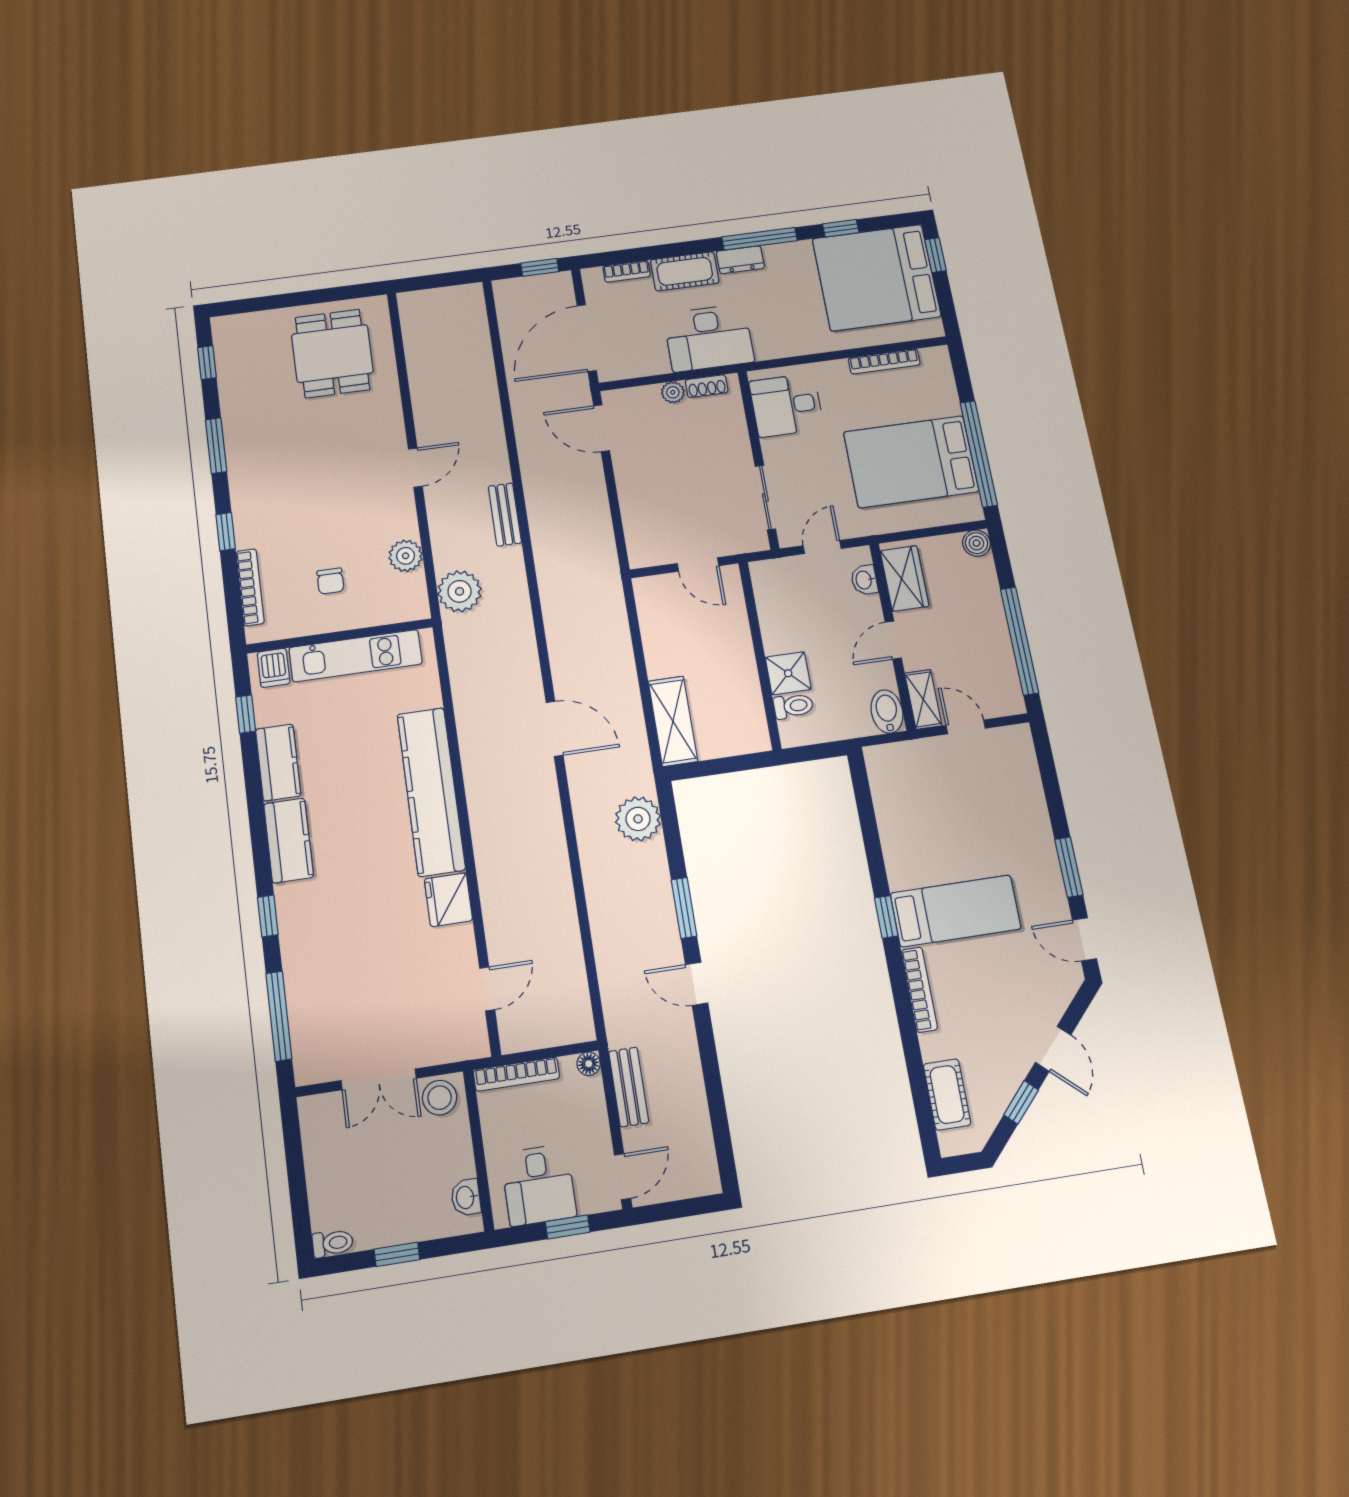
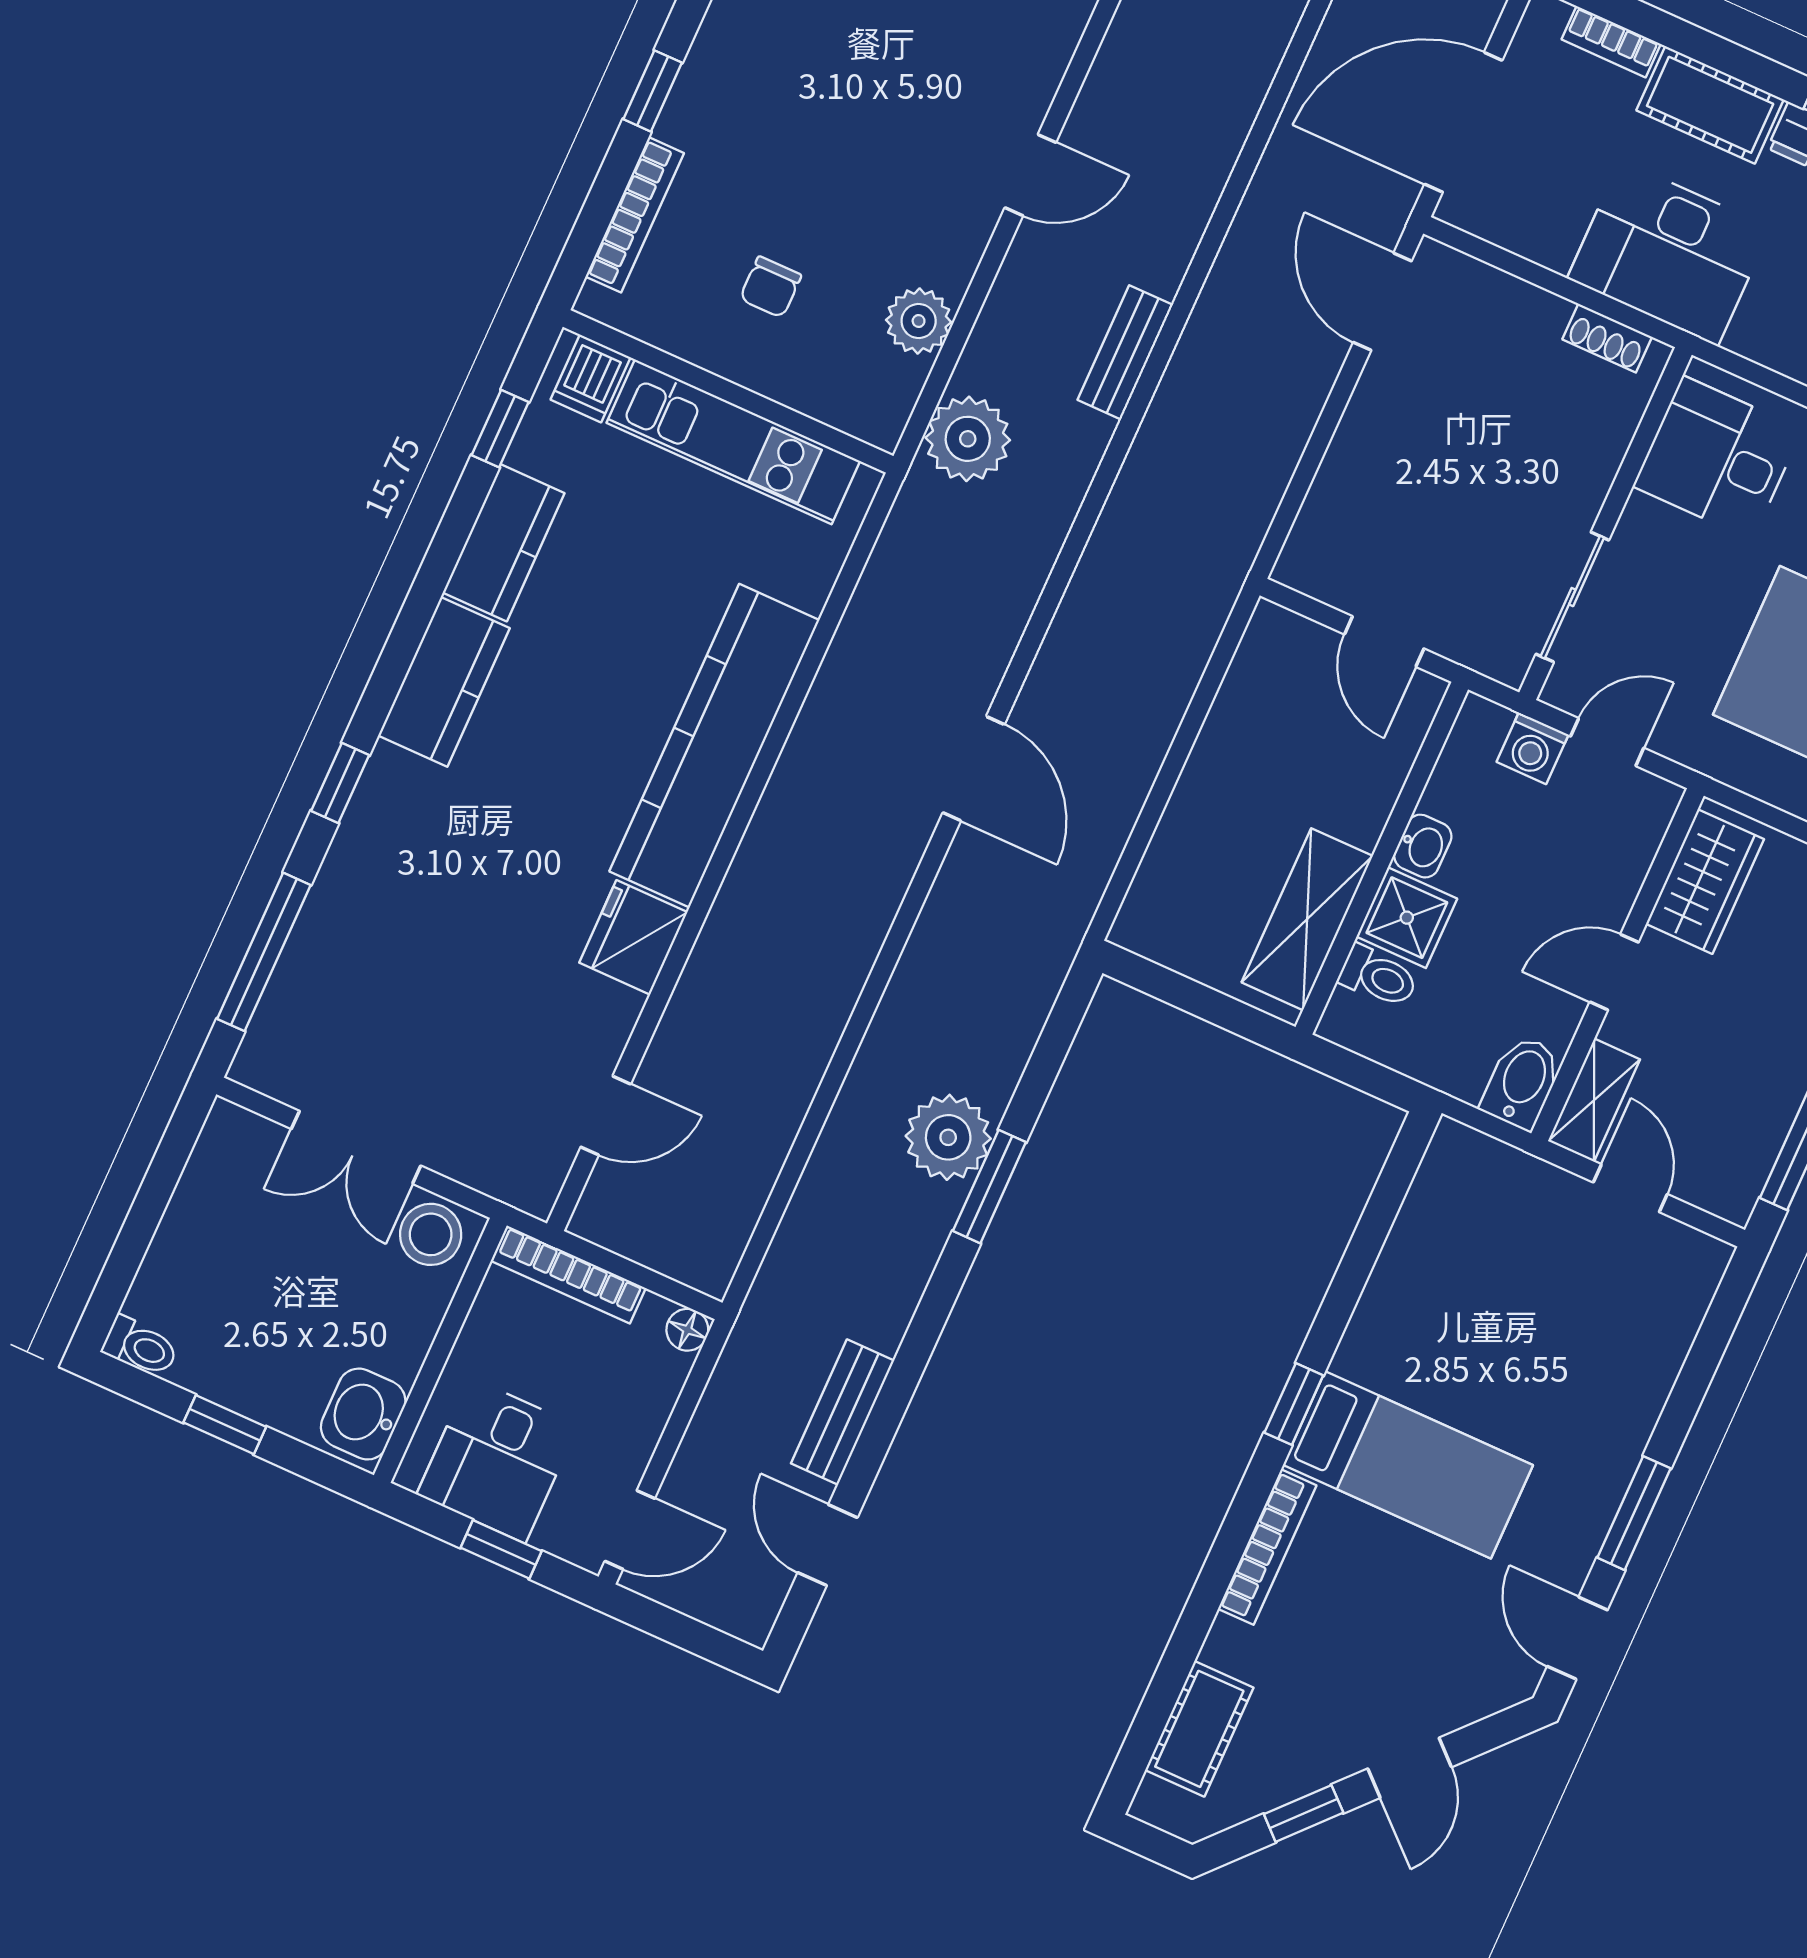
plant: (673, 392) -> (1543, 313), removed
washing machine: (792, 569) -> (1532, 748), added
washbasin: (864, 580) -> (1423, 846), moved, turned 180
shelving: (673, 721) -> (1307, 919), moved
plant: (638, 819) -> (948, 1137), moved
door: (697, 984) -> (828, 1545), moved
bench: (629, 1087) -> (843, 1412), moved
washbasin: (466, 1197) -> (363, 1414), width x1.38, depth x1.45

